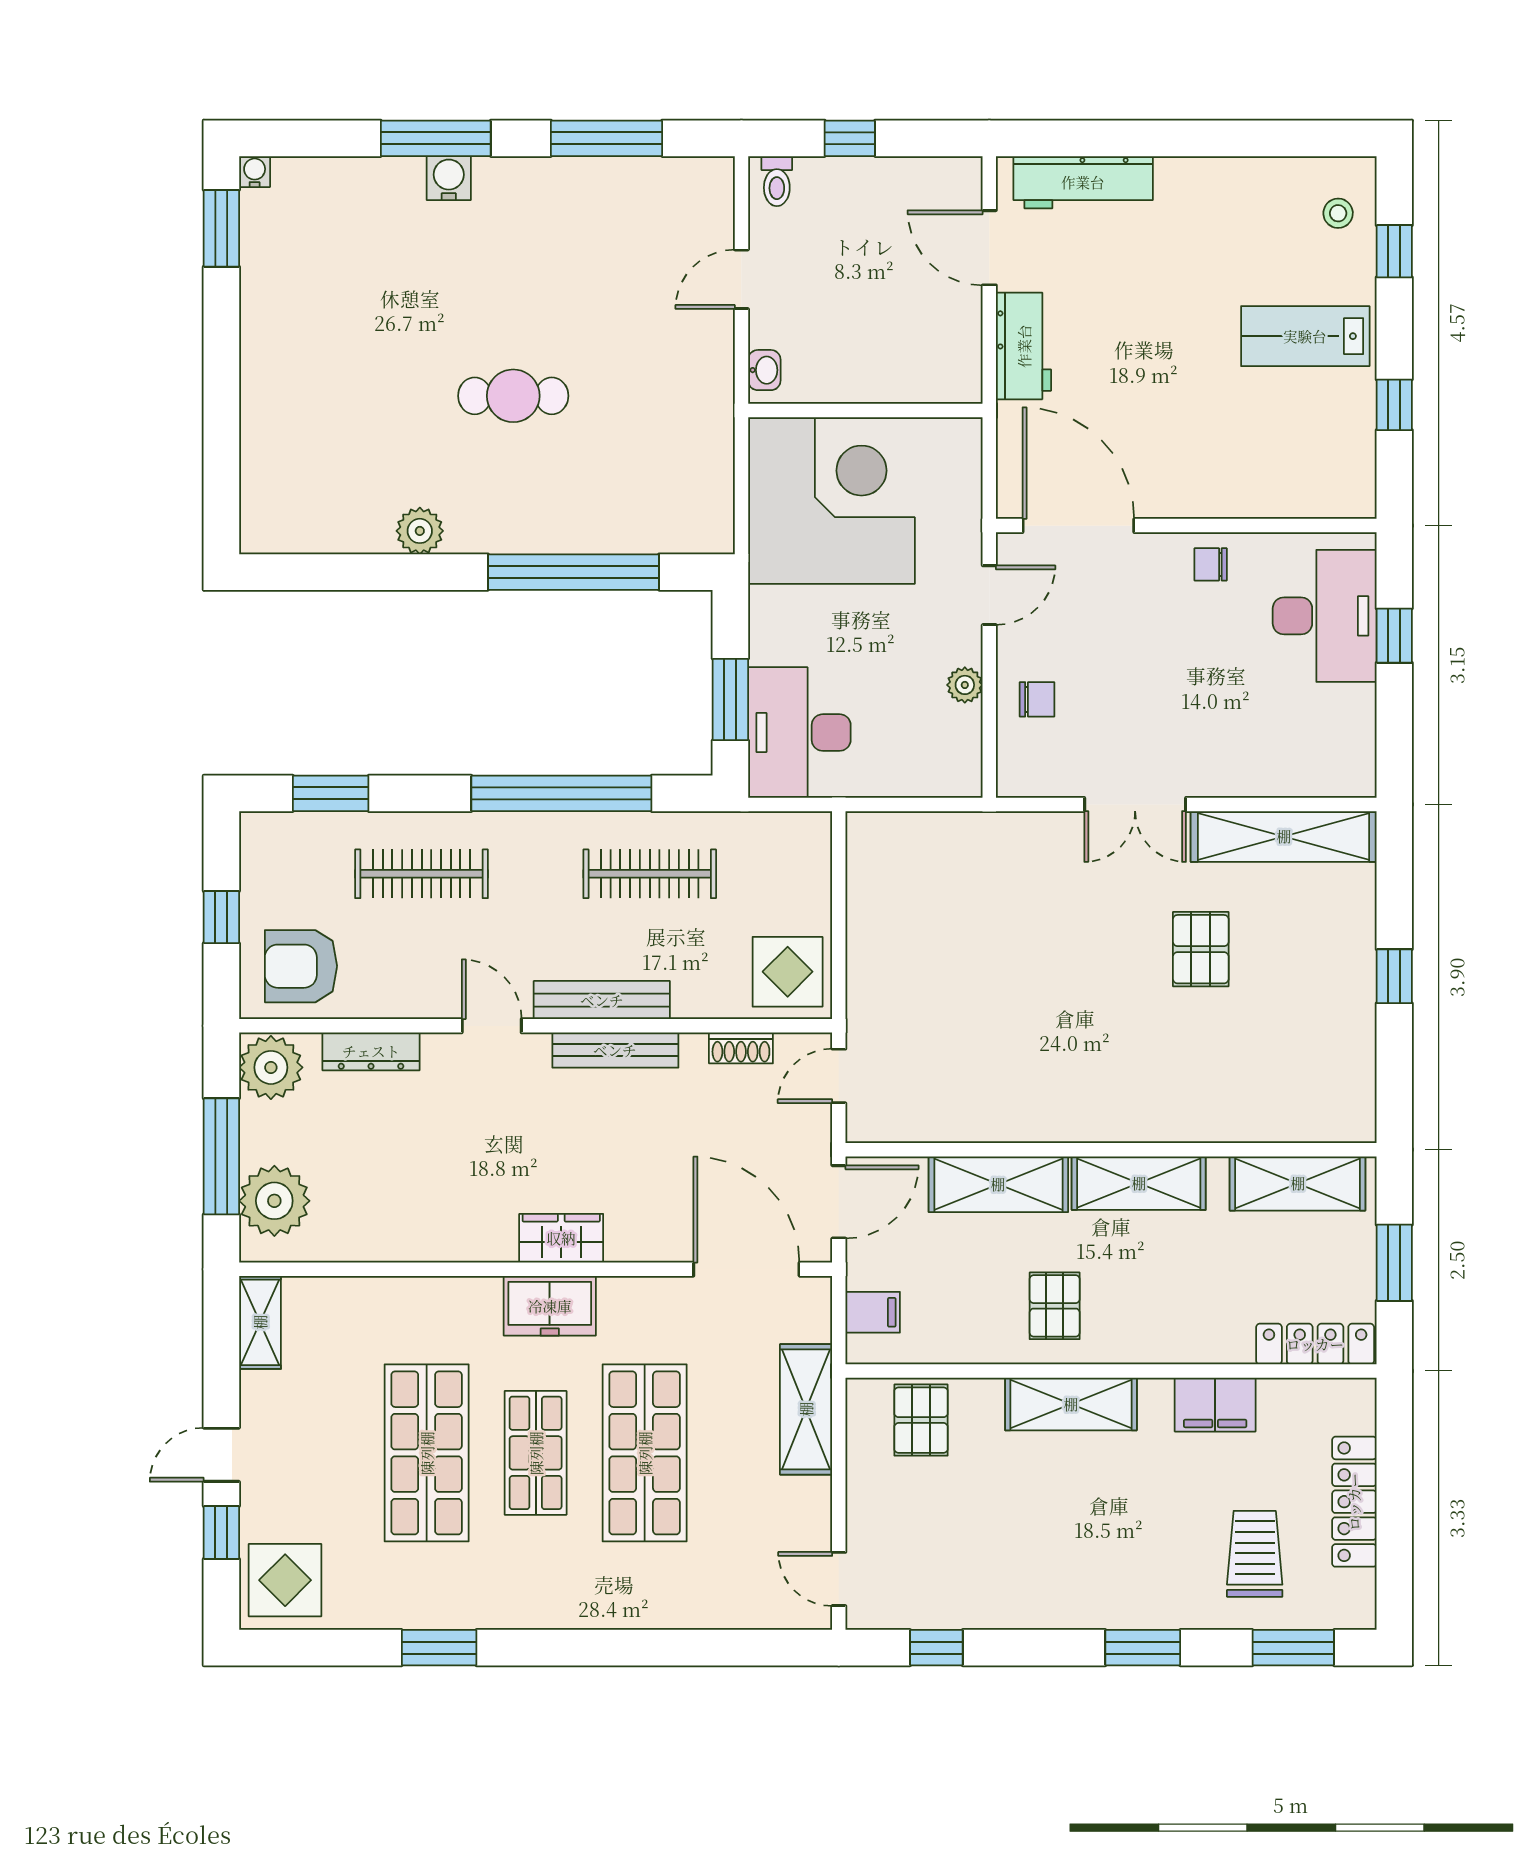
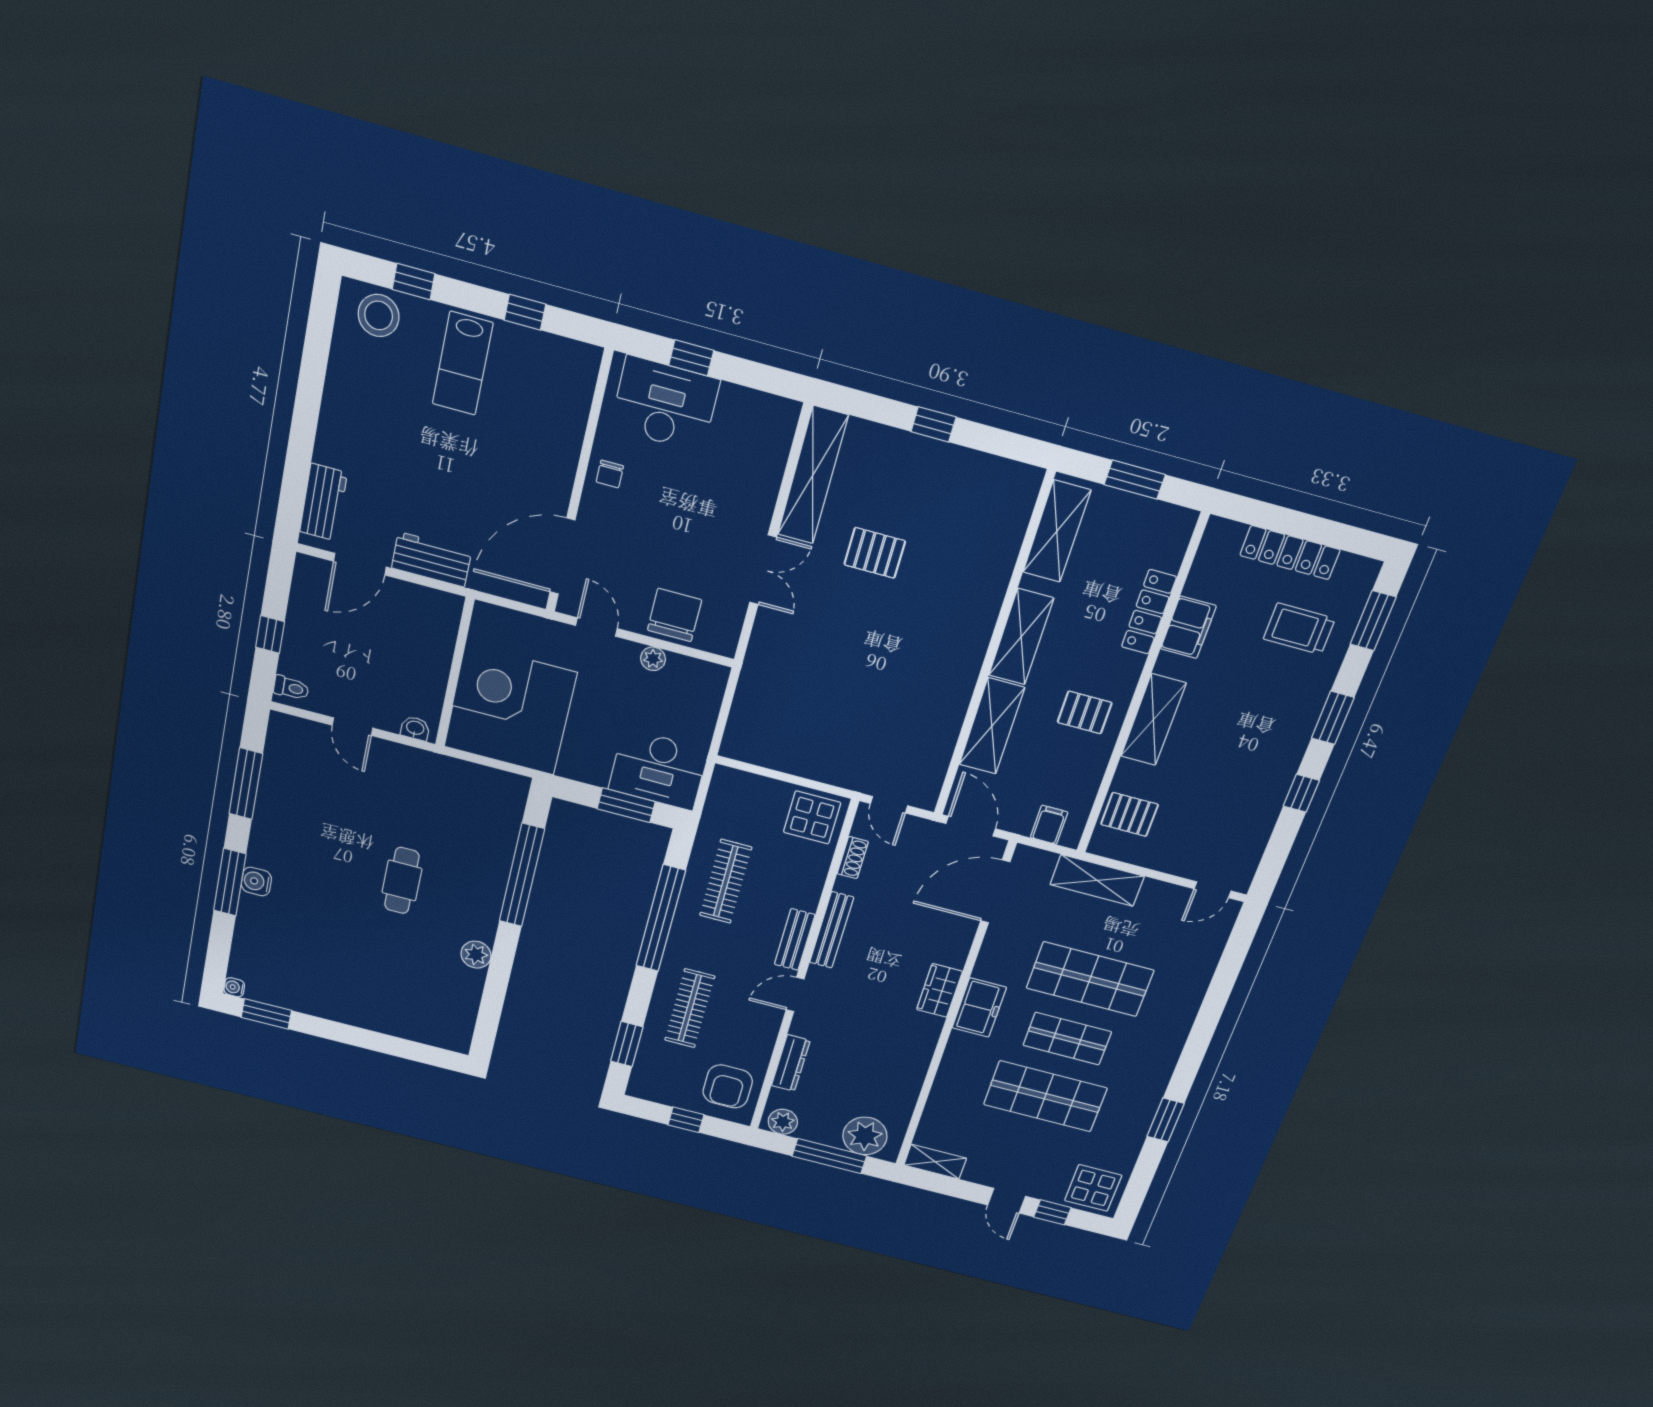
workbench: (1083, 182) -> (323, 502), width x0.73
stool: (1338, 213) -> (379, 315), width x1.89, depth x1.89
chair: (1037, 699) -> (675, 615), width x1.87, depth x1.87
bench: (602, 1000) -> (795, 940), width x0.73
plant: (271, 1067) -> (783, 1122), width x0.73, depth x0.73
locker: (1315, 1344) -> (1149, 612), moved
window: (936, 1648) -> (1301, 793), moved

